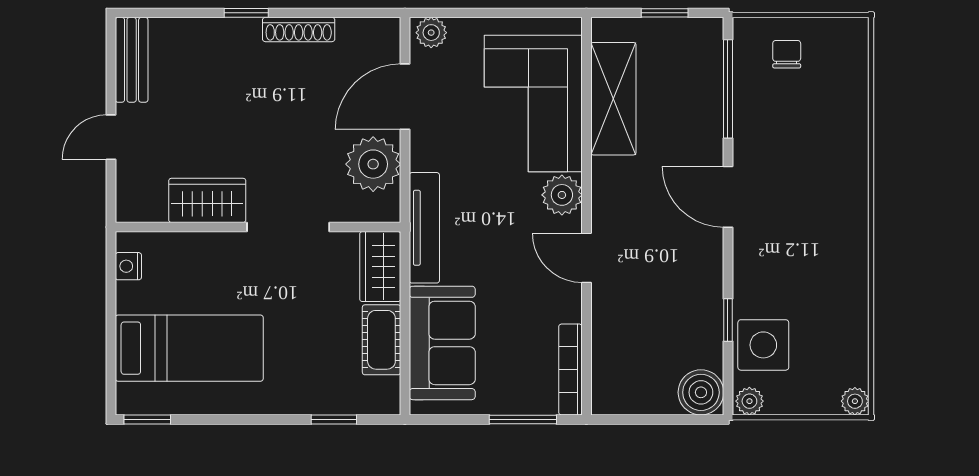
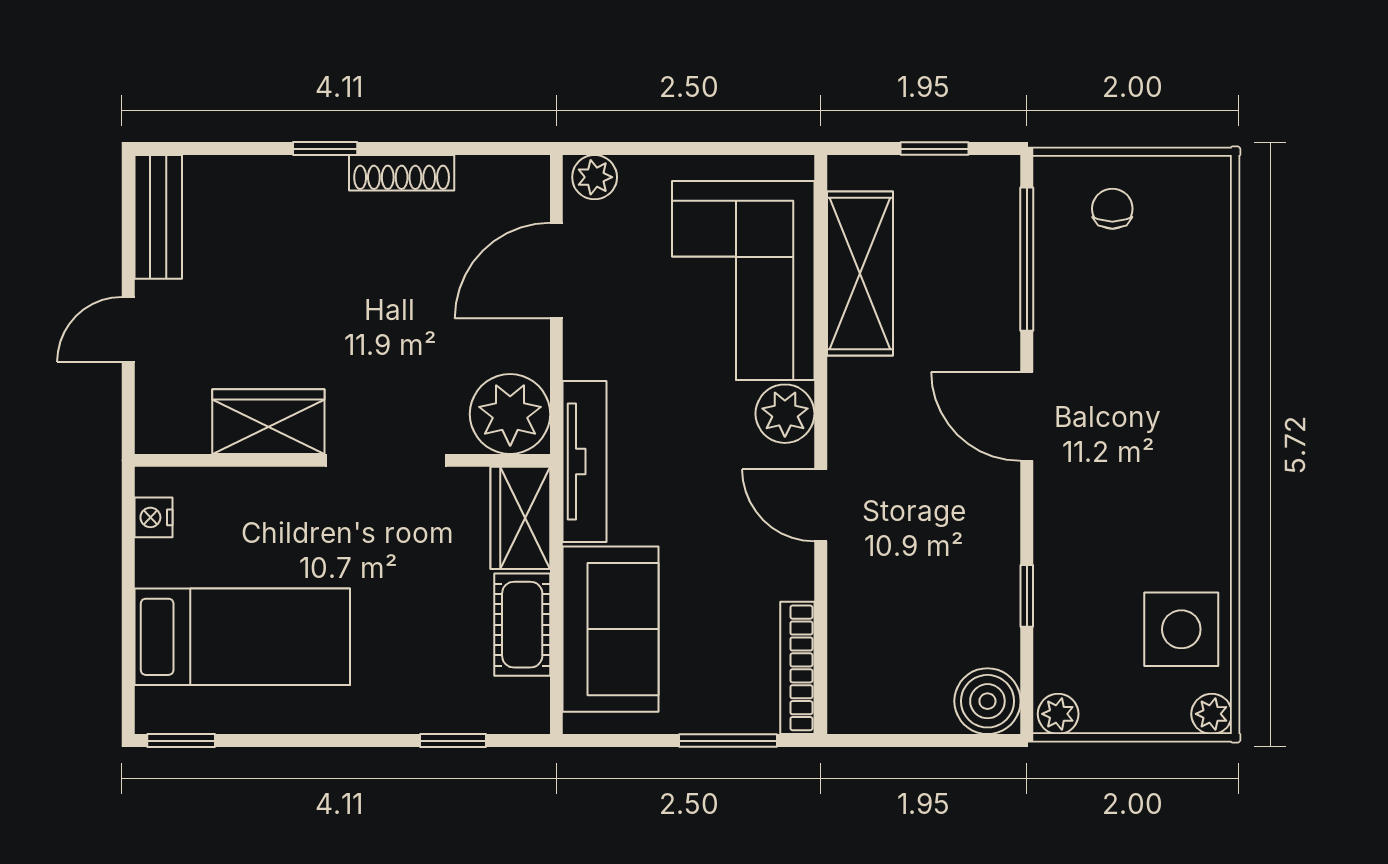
plant: (373, 164) -> (510, 414), moved
side table: (763, 345) -> (1181, 629), moved

